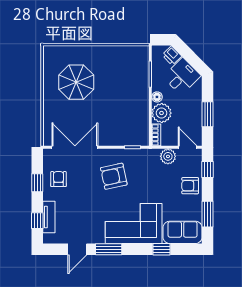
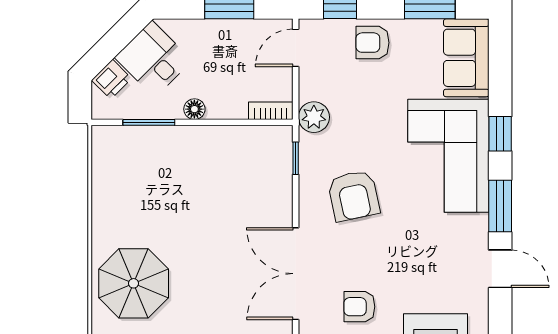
parasol: (76, 82) -> (134, 283), moved
plant: (162, 113) -> (227, 100), removed
plant: (168, 156) -> (314, 117), moved
armchair: (190, 186) -> (373, 43), turned 90
window: (161, 249) -> (500, 134), moved

